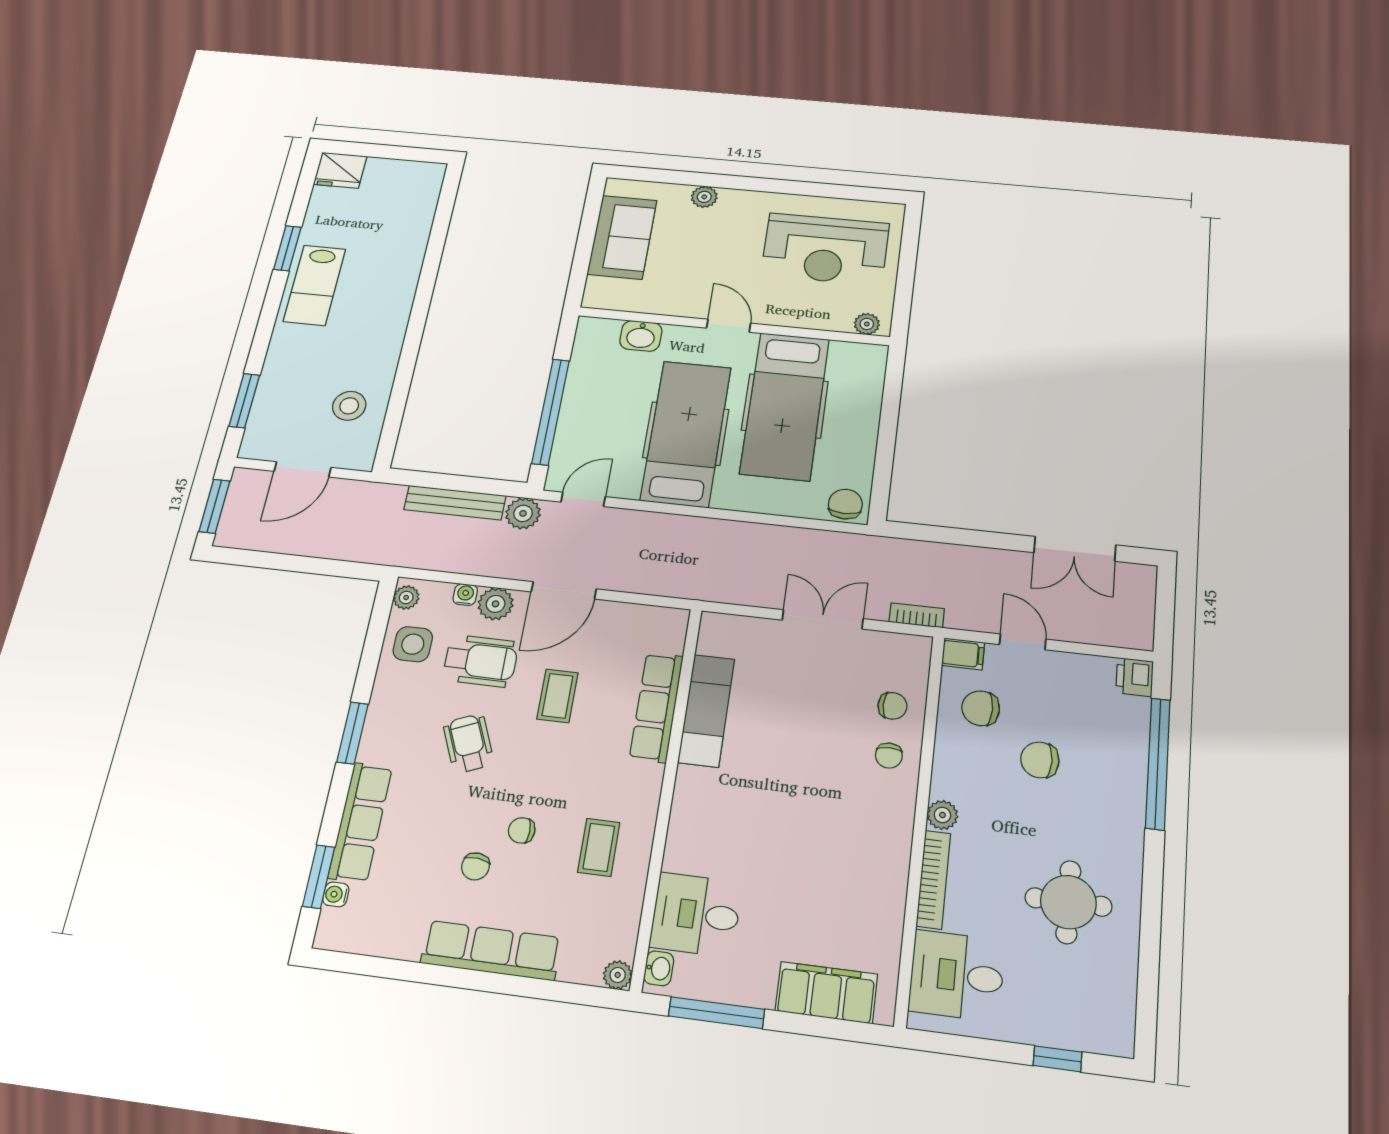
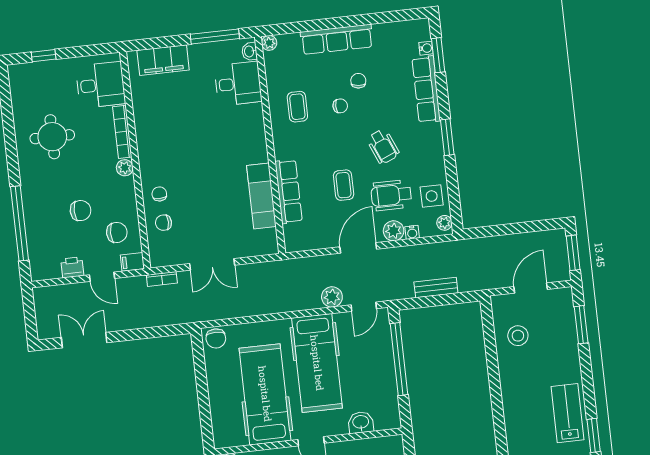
bench: (455, 503) -> (436, 288), width x0.73
plant: (523, 513) -> (332, 297), moved
printer: (1134, 677) -> (72, 267), moved, turned -90

